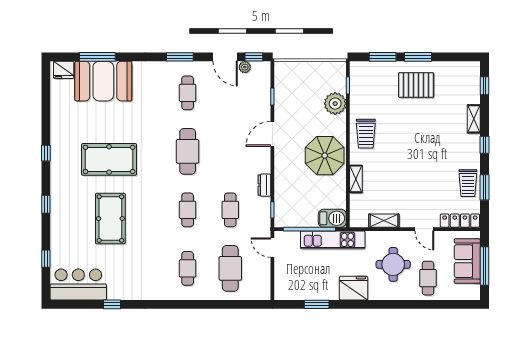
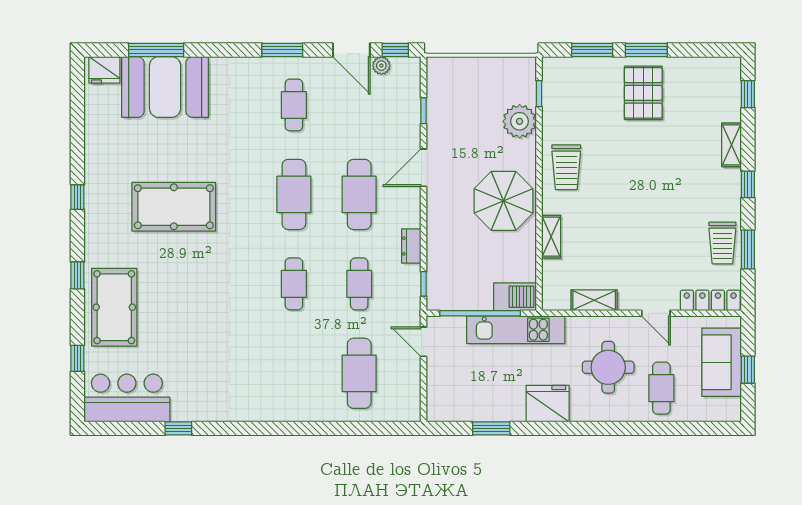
pallet: (416, 85) -> (643, 93), turned 90
pool table: (110, 219) -> (114, 307), moved
window: (484, 266) -> (748, 370), width x0.46
cafe table: (188, 268) -> (359, 194), moved, width x1.37, depth x1.35

